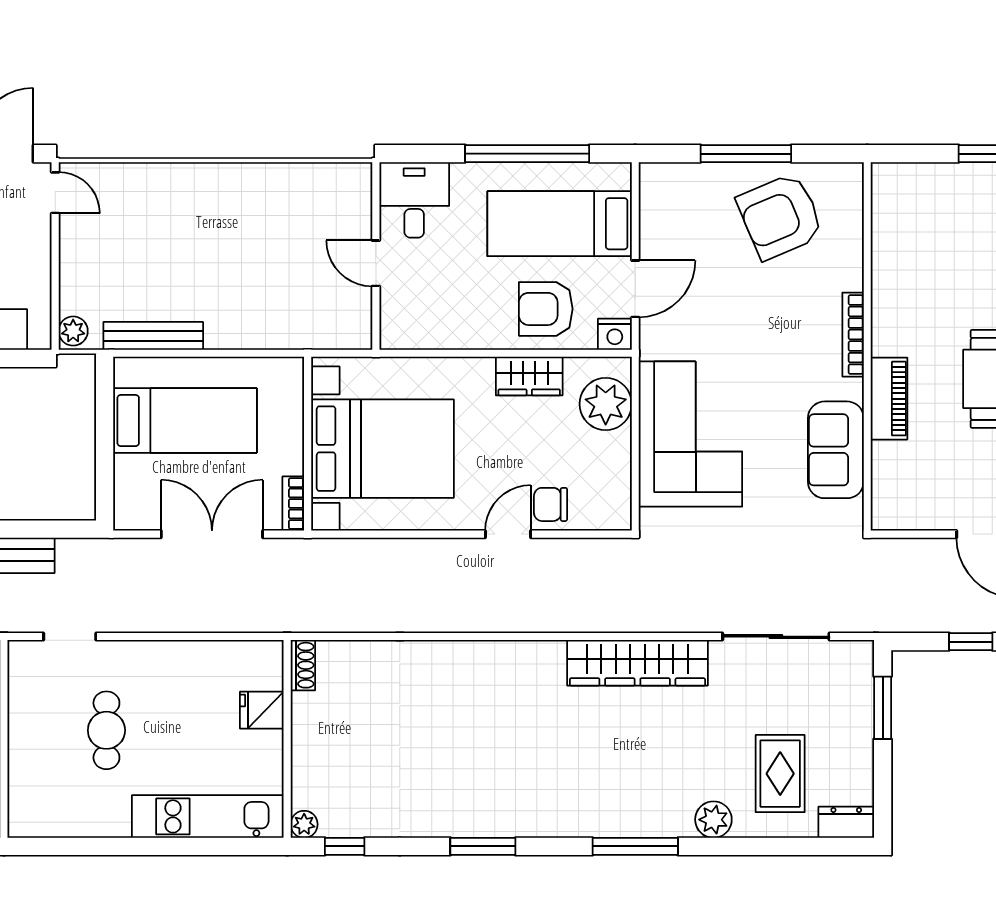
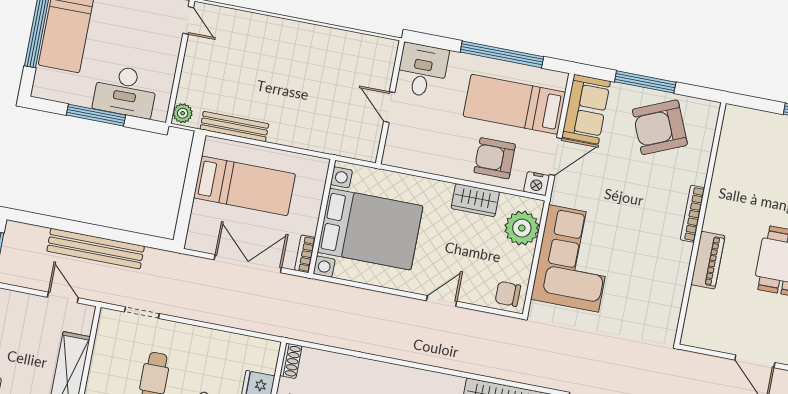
sofa: (836, 450) -> (586, 109), moved, turned 180
chair: (551, 504) -> (508, 294), moved

